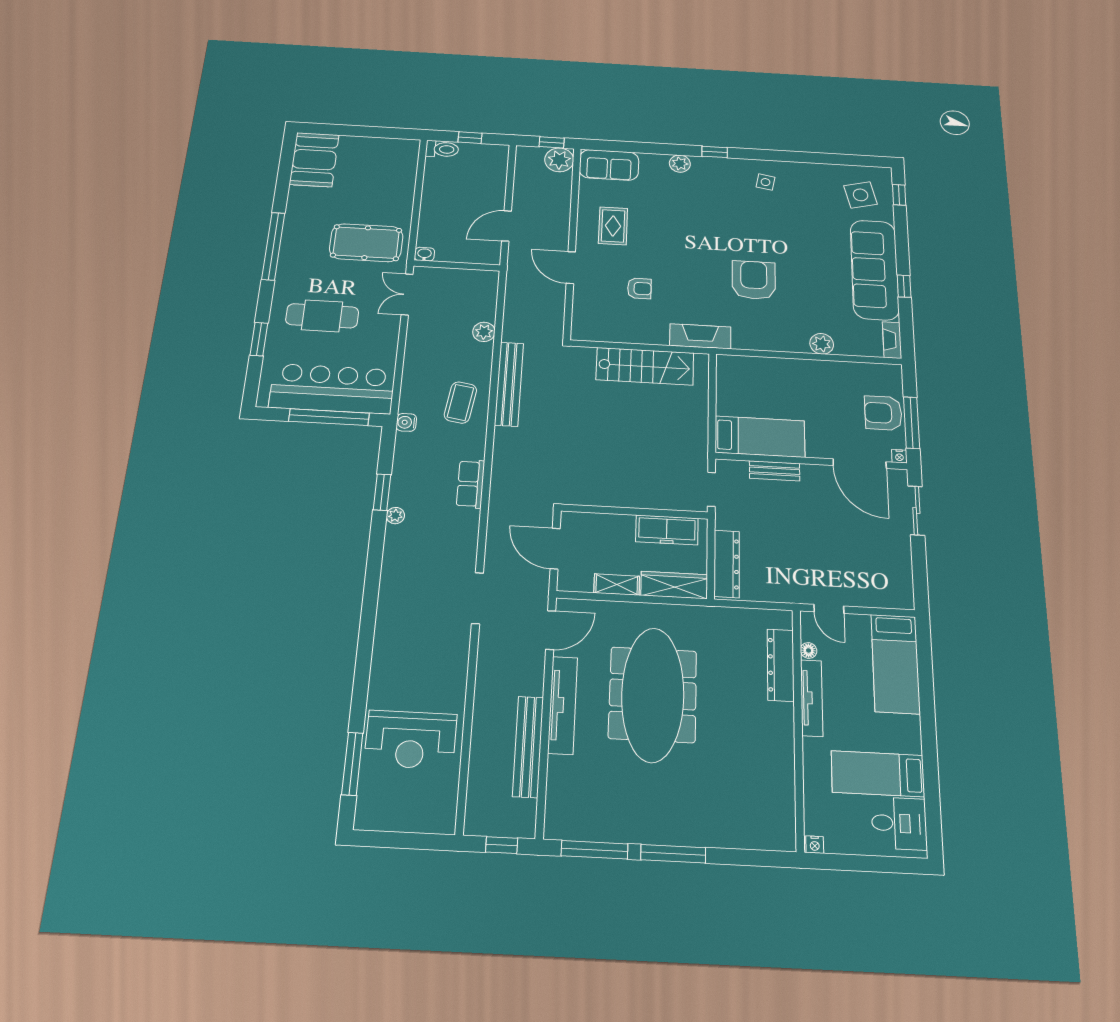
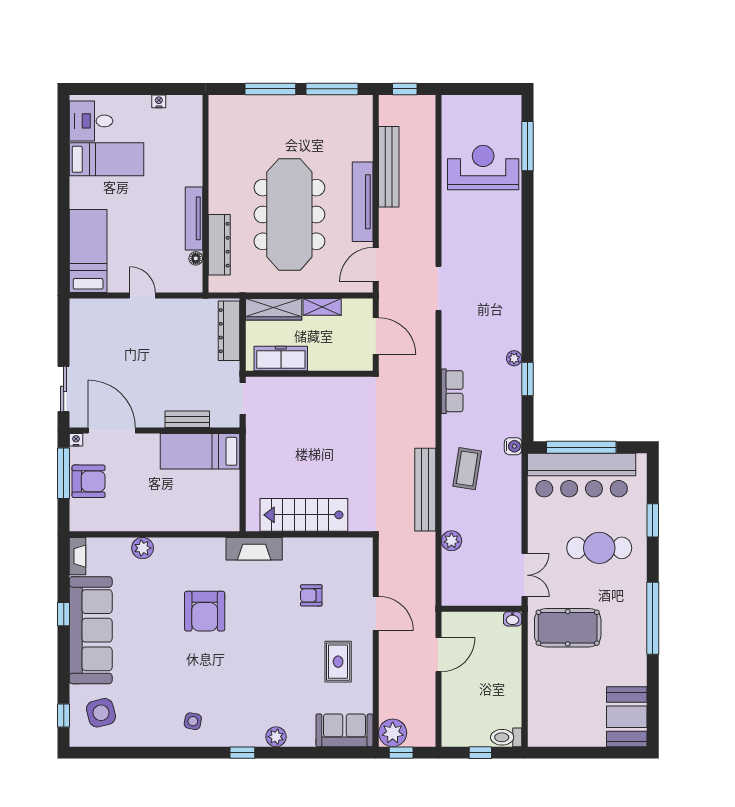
floor lamp: (809, 650) -> (196, 258), moved
dresser: (781, 665) -> (219, 245), moved
tv unit: (812, 698) -> (194, 218), moved
wall: (798, 727) -> (205, 194), moved

